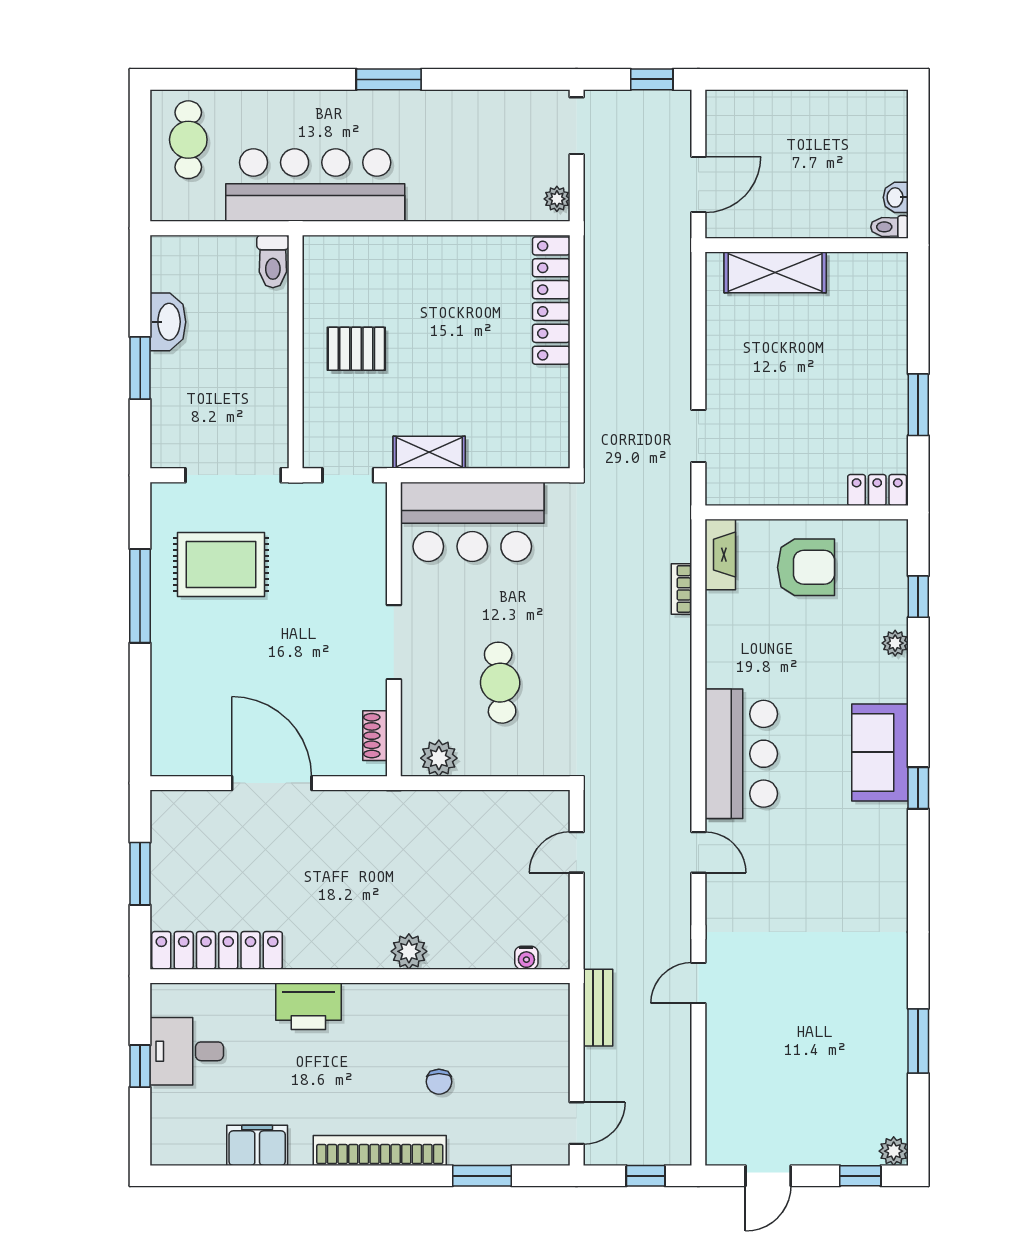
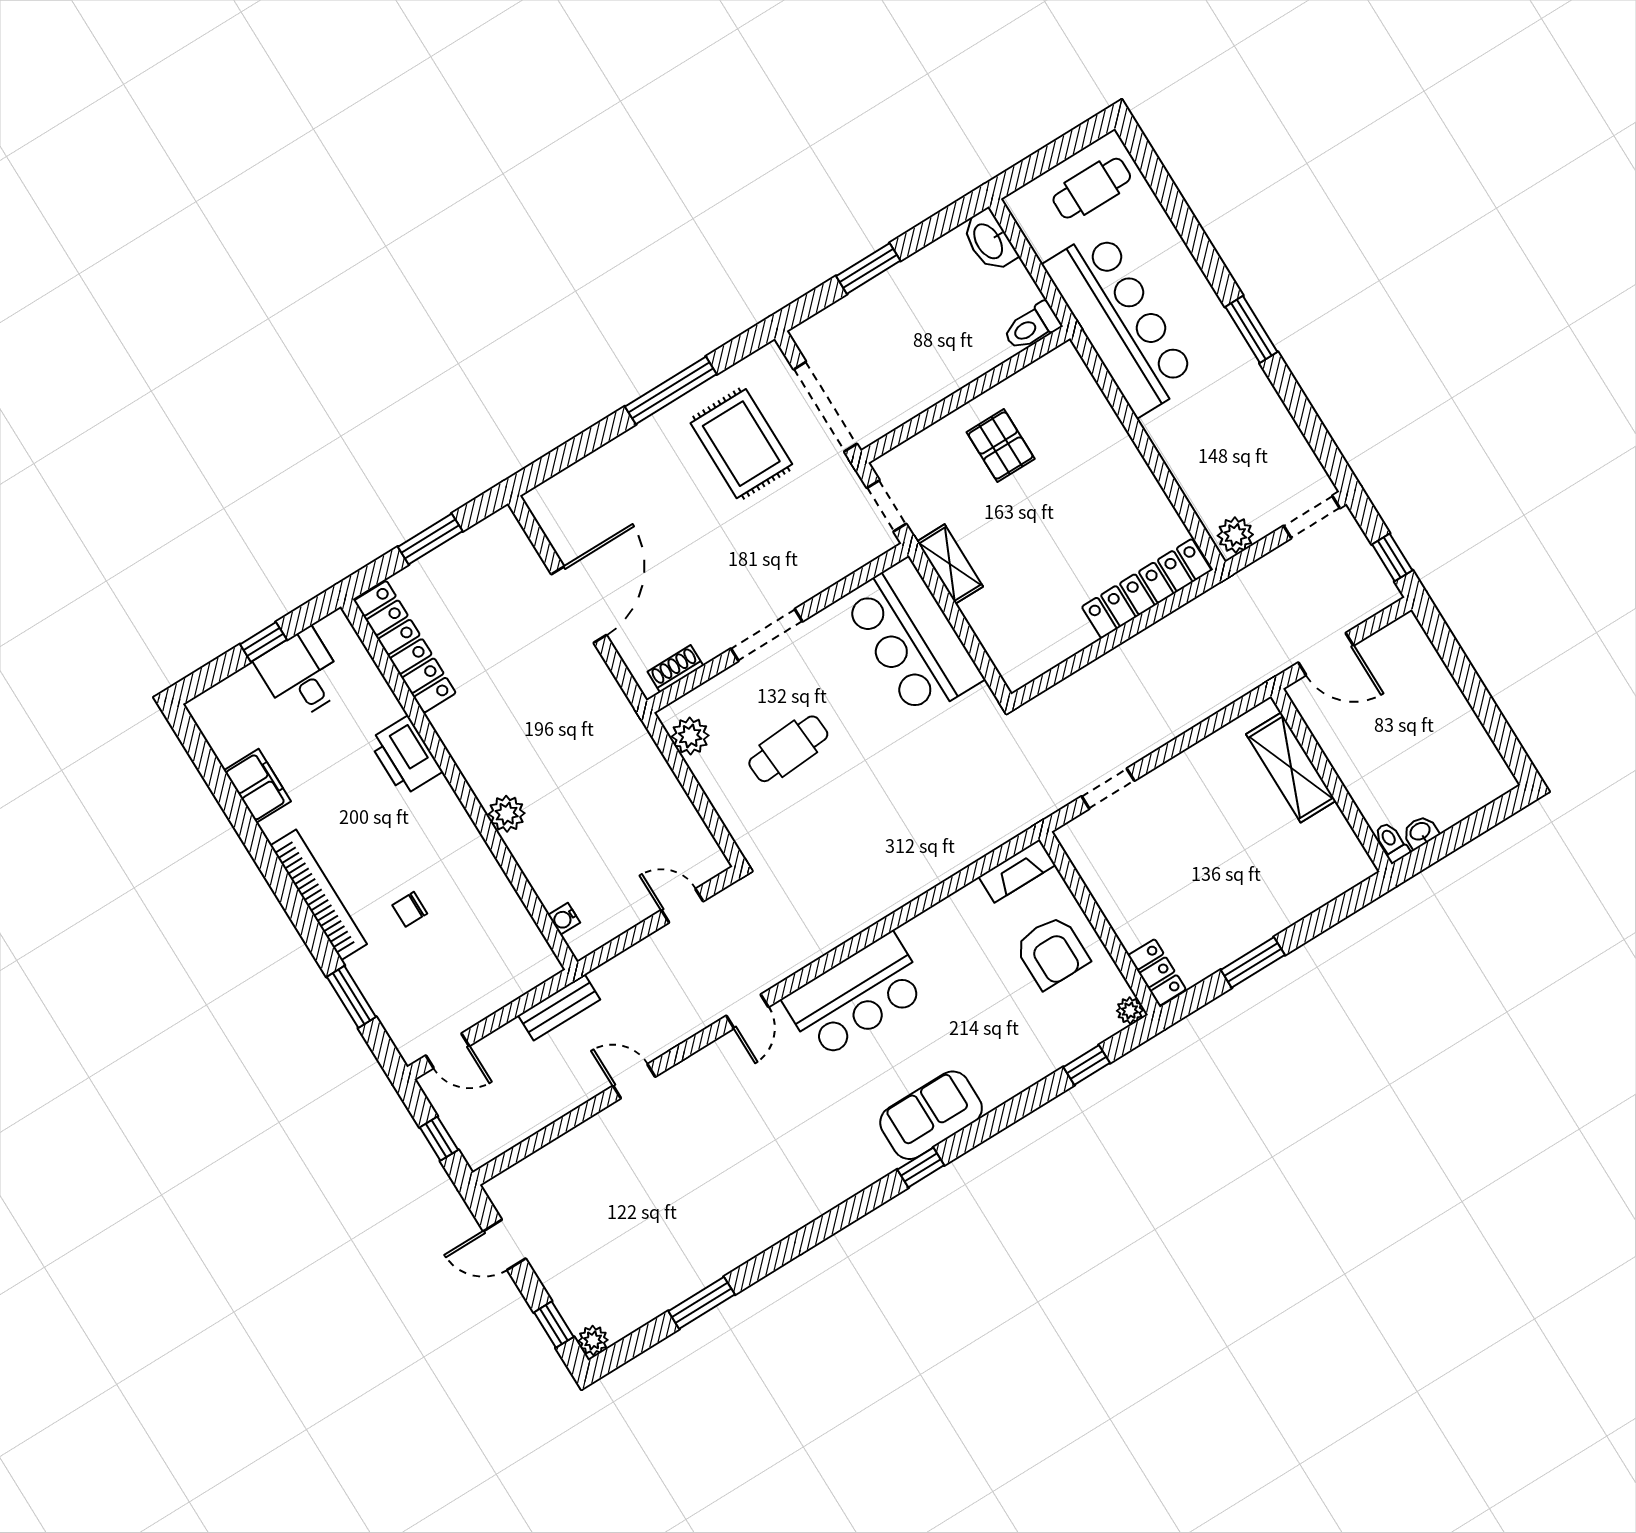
plant: (557, 199) -> (1235, 535), width x1.38, depth x1.38
washbasin: (168, 322) -> (989, 241), moved, turned 90
bookcase: (681, 589) -> (967, 856), removed
plant: (895, 643) -> (1130, 1011), moved

